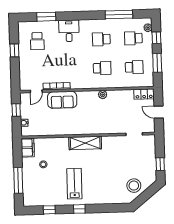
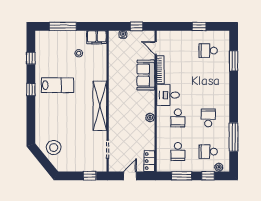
desk: (69, 31) -> (168, 95), moved, turned 180
school desk: (133, 38) -> (208, 152), turned -90
shelving: (85, 143) -> (100, 106), width x1.47
window: (160, 164) -> (90, 176), moved

